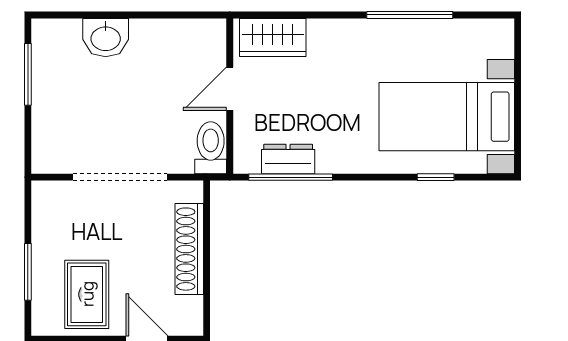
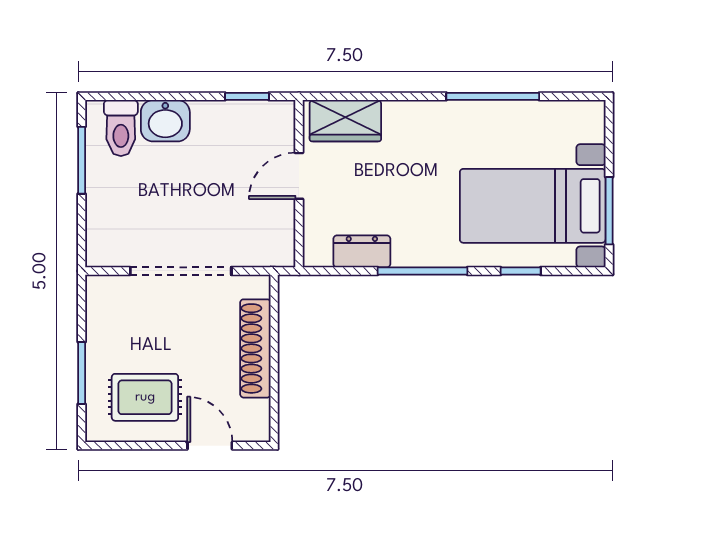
window: (182, 15) -> (247, 96), added
window: (518, 121) -> (609, 211), added
toilet: (211, 148) -> (121, 128), moved, turned 180
window: (291, 177) -> (423, 271), moved
rug: (87, 294) -> (145, 397), turned 90

